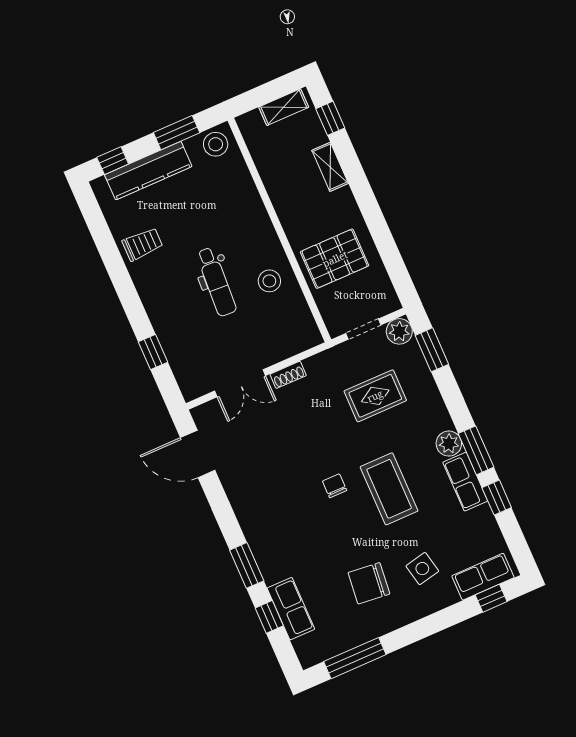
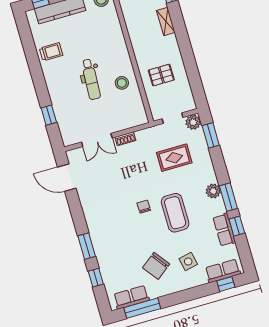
pallet: (335, 259) -> (161, 75), width x0.67, depth x0.71
row of seats: (465, 482) -> (224, 230), moved
chair: (369, 583) -> (156, 266), turned -43
row of seats: (291, 609) -> (131, 297), moved, turned -90

